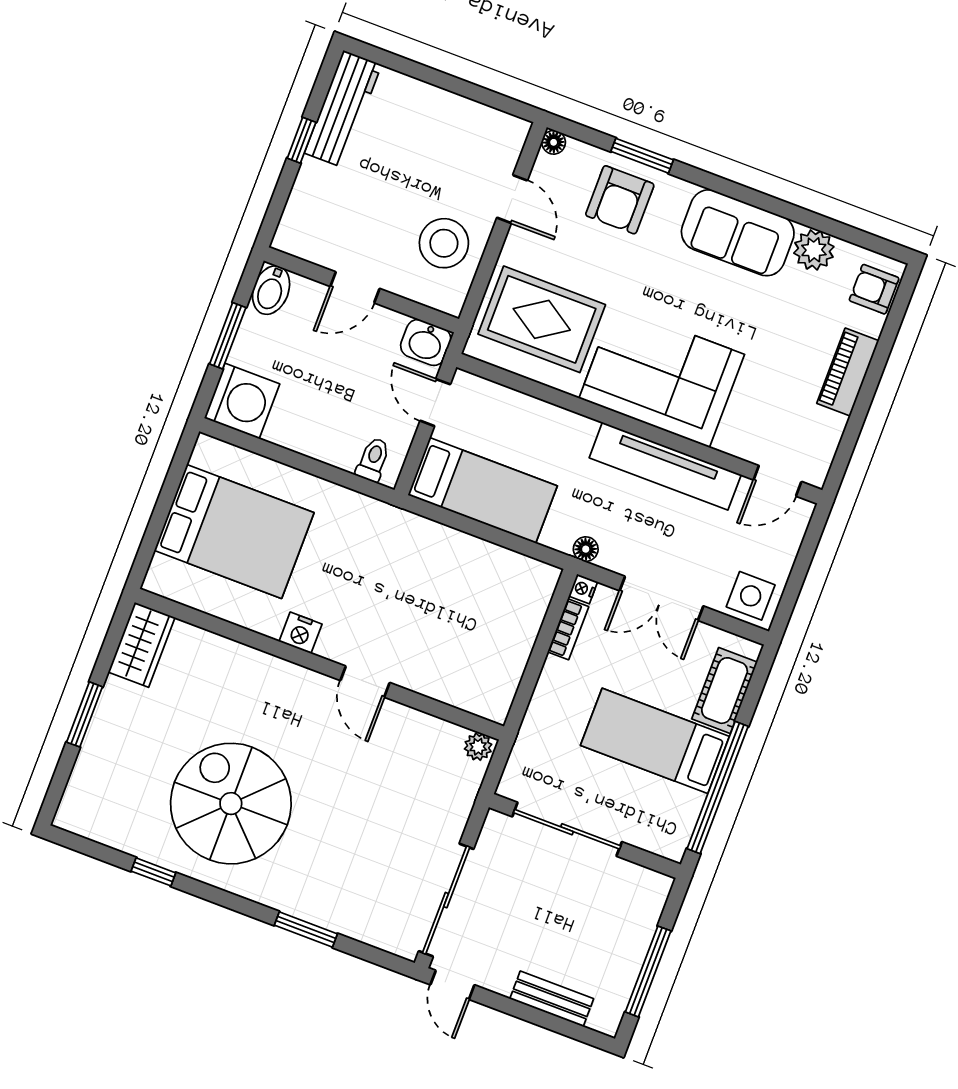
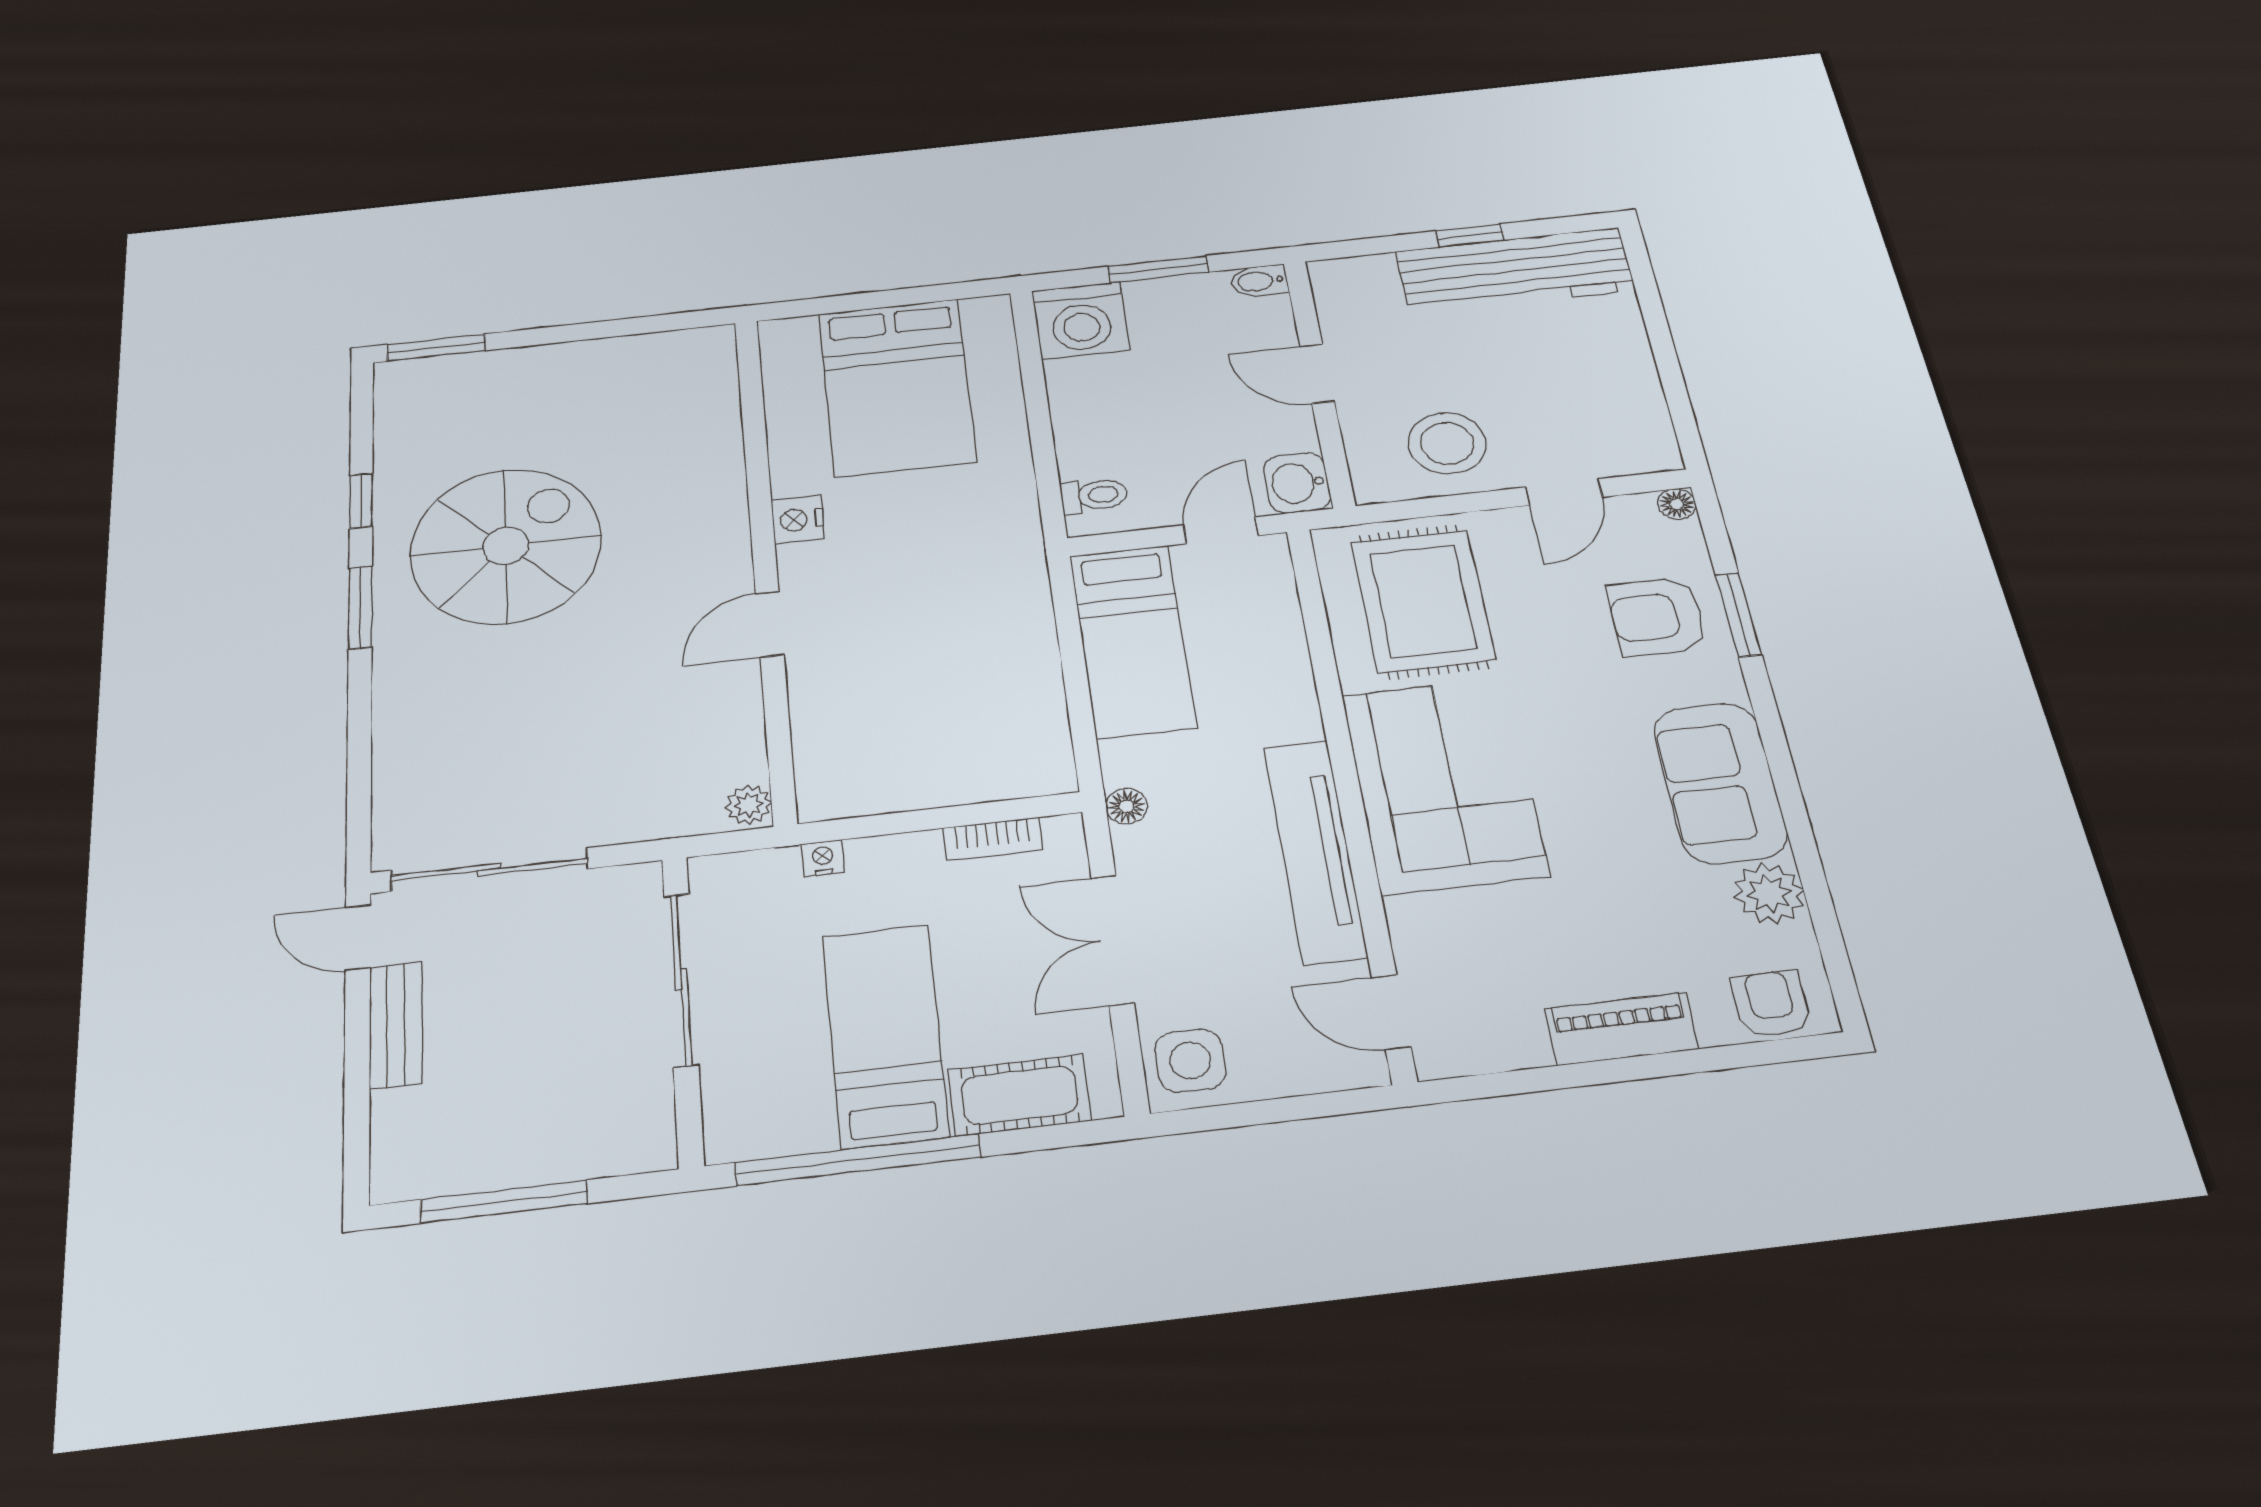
workbench: (343, 109) -> (1515, 271), width x1.36, depth x1.32
bidet: (271, 290) -> (1259, 281), width x0.72, depth x0.74
nightstand: (583, 589) -> (823, 858), moved
wardrobe: (142, 645) -> (680, 355), removed
window: (85, 714) -> (436, 348), moved
window: (306, 929) -> (360, 607), moved
door: (452, 985) -> (358, 937), hinge flipped
bench: (552, 999) -> (396, 1025), moved

